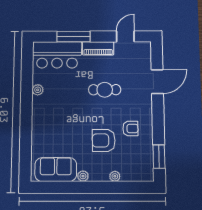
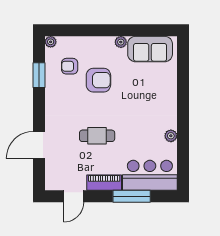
armchair: (130, 129) -> (70, 66), moved
window: (159, 157) -> (39, 75), moved
plant: (115, 176) -> (51, 42), moved

